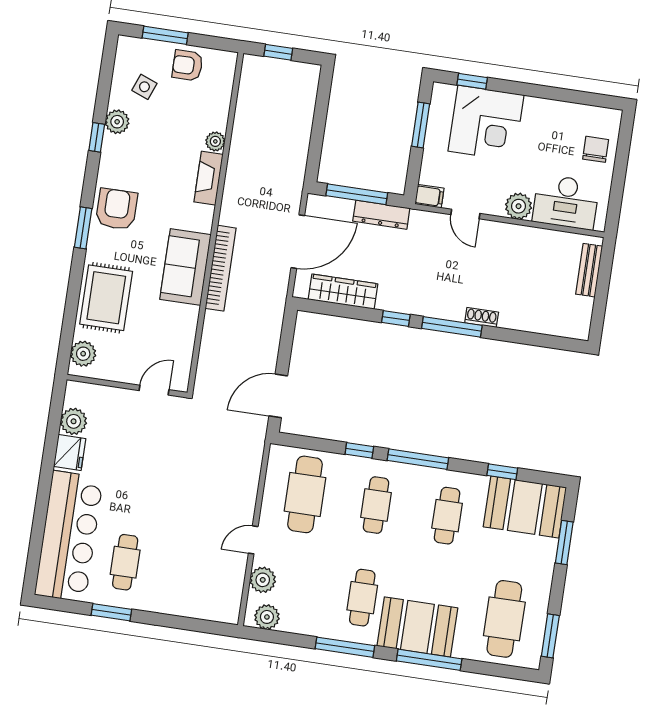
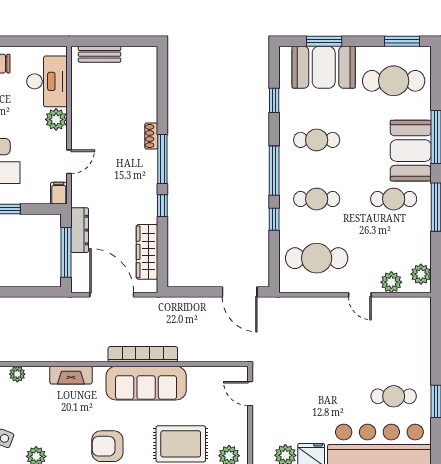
plant: (215, 141) -> (17, 374), moved
sofa: (185, 267) -> (146, 383), width x1.36
booth: (525, 507) -> (324, 67), moved, turned 90

